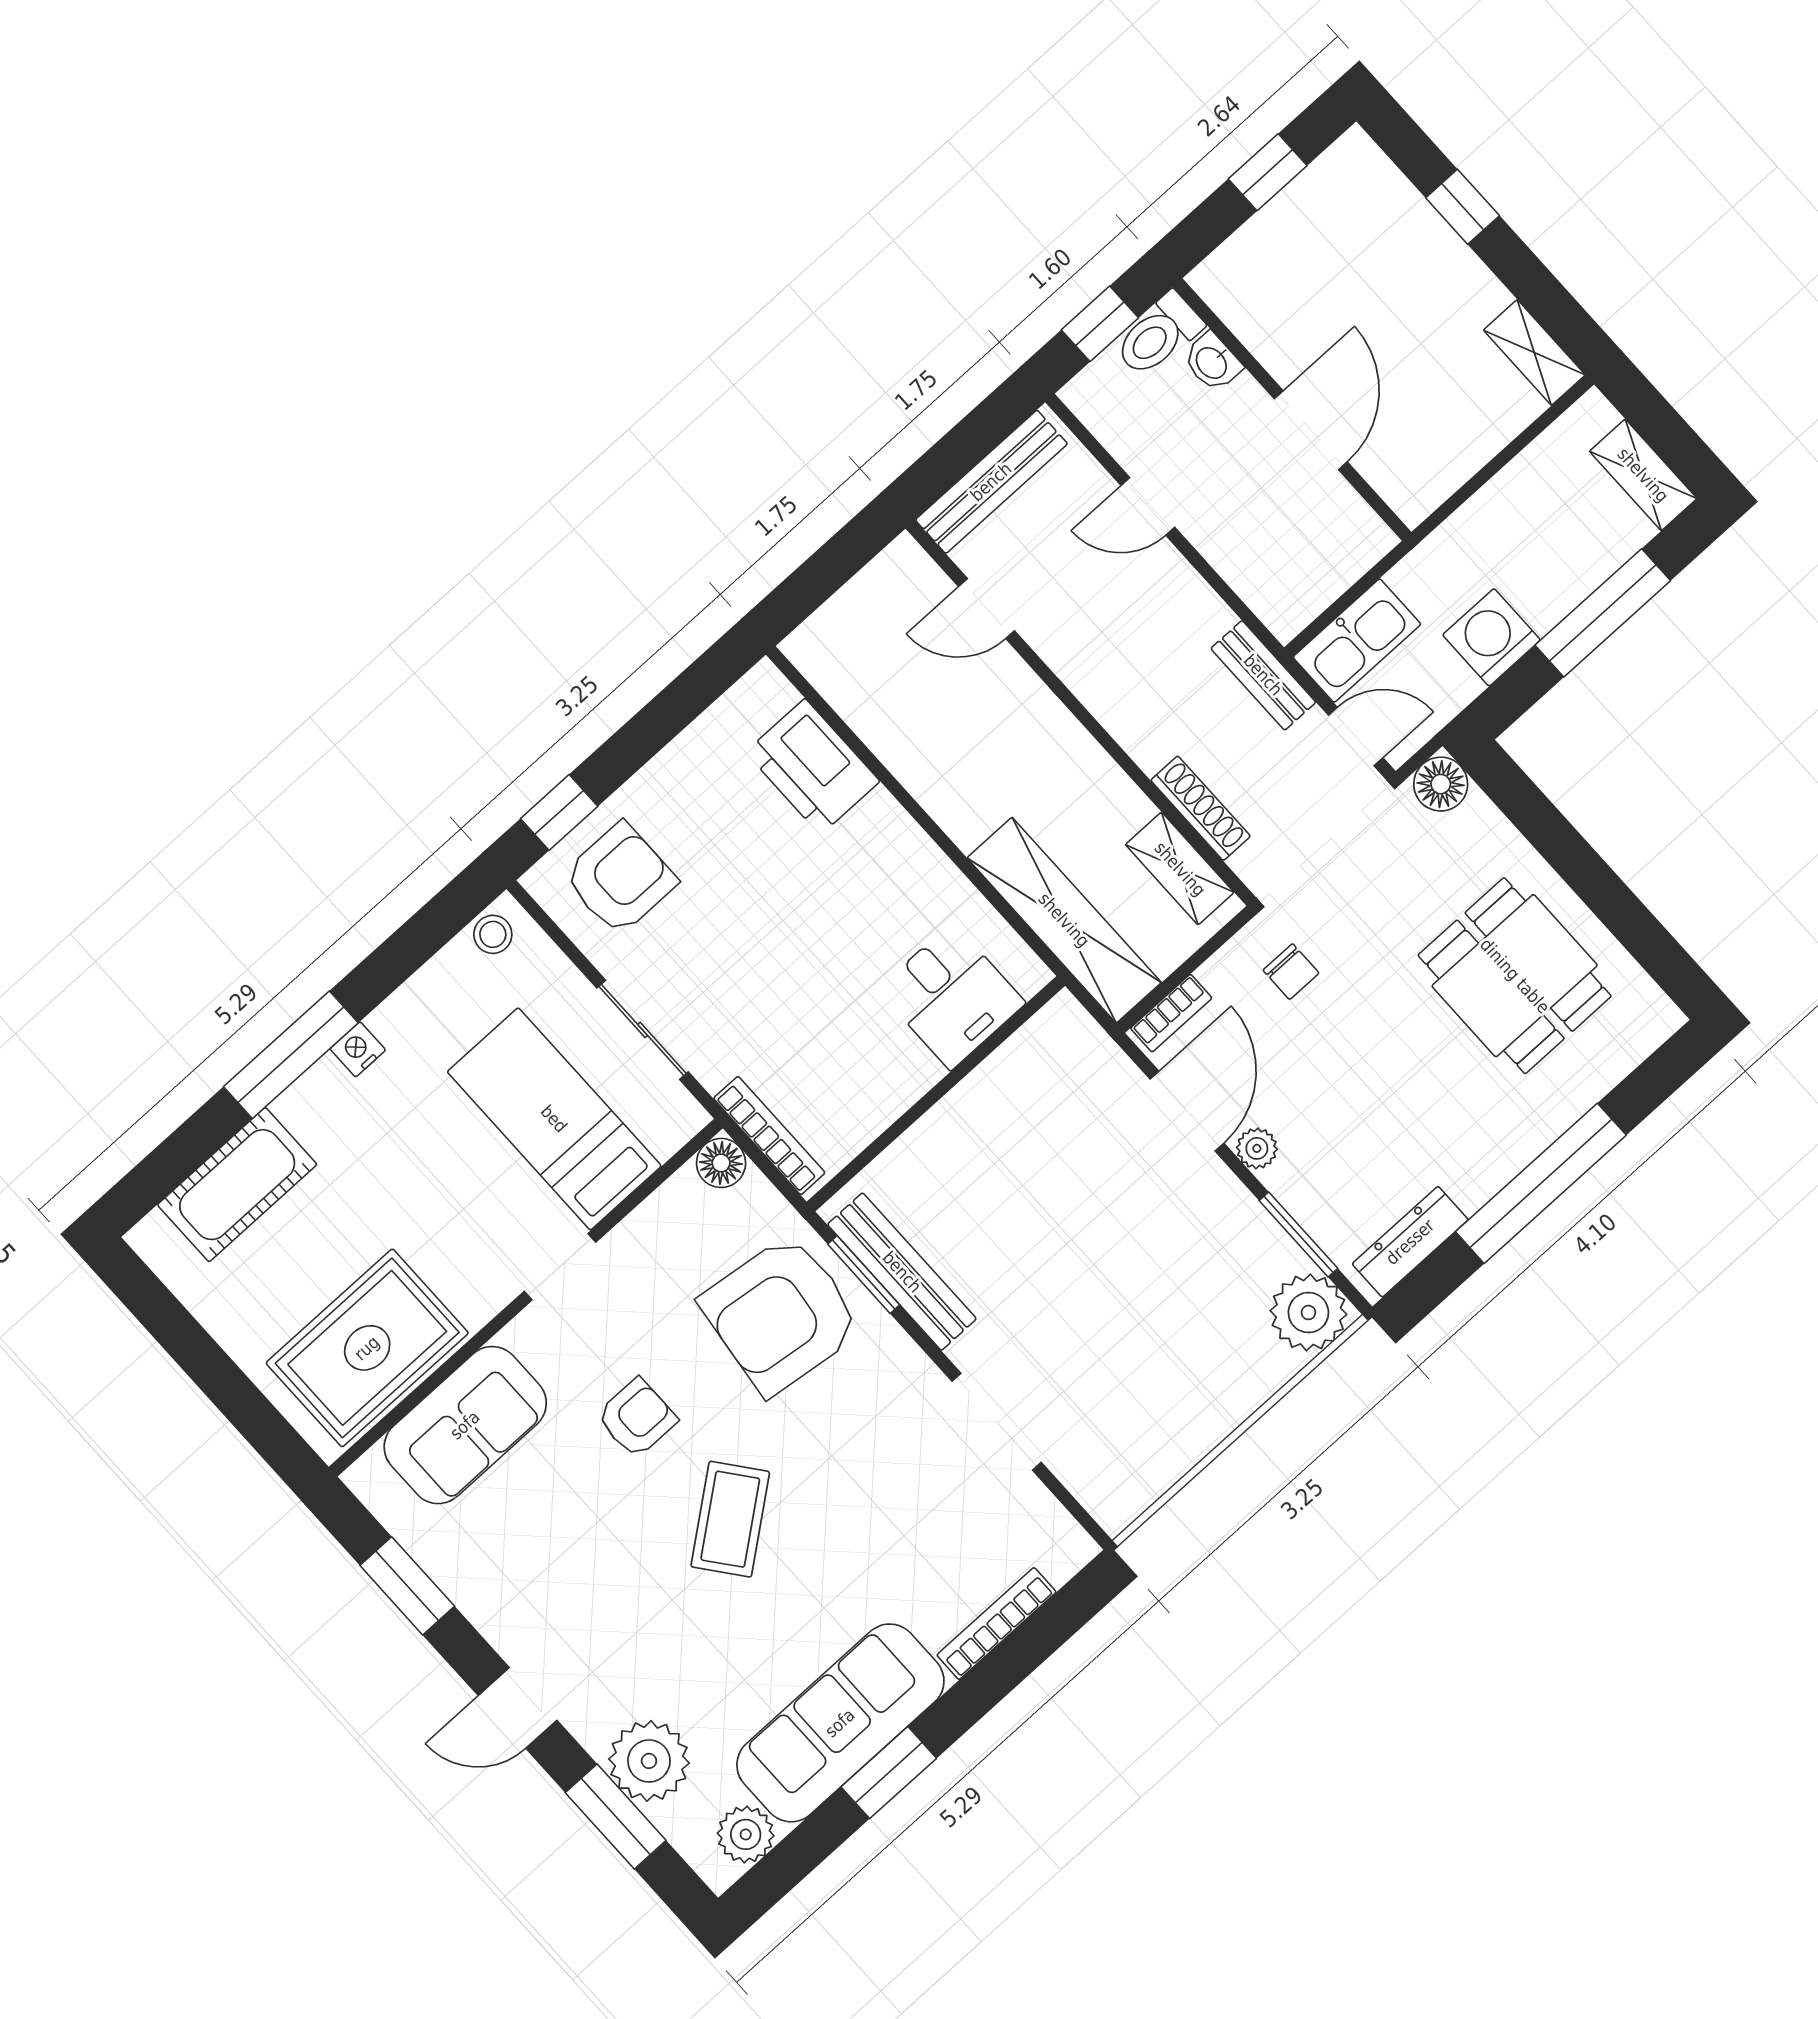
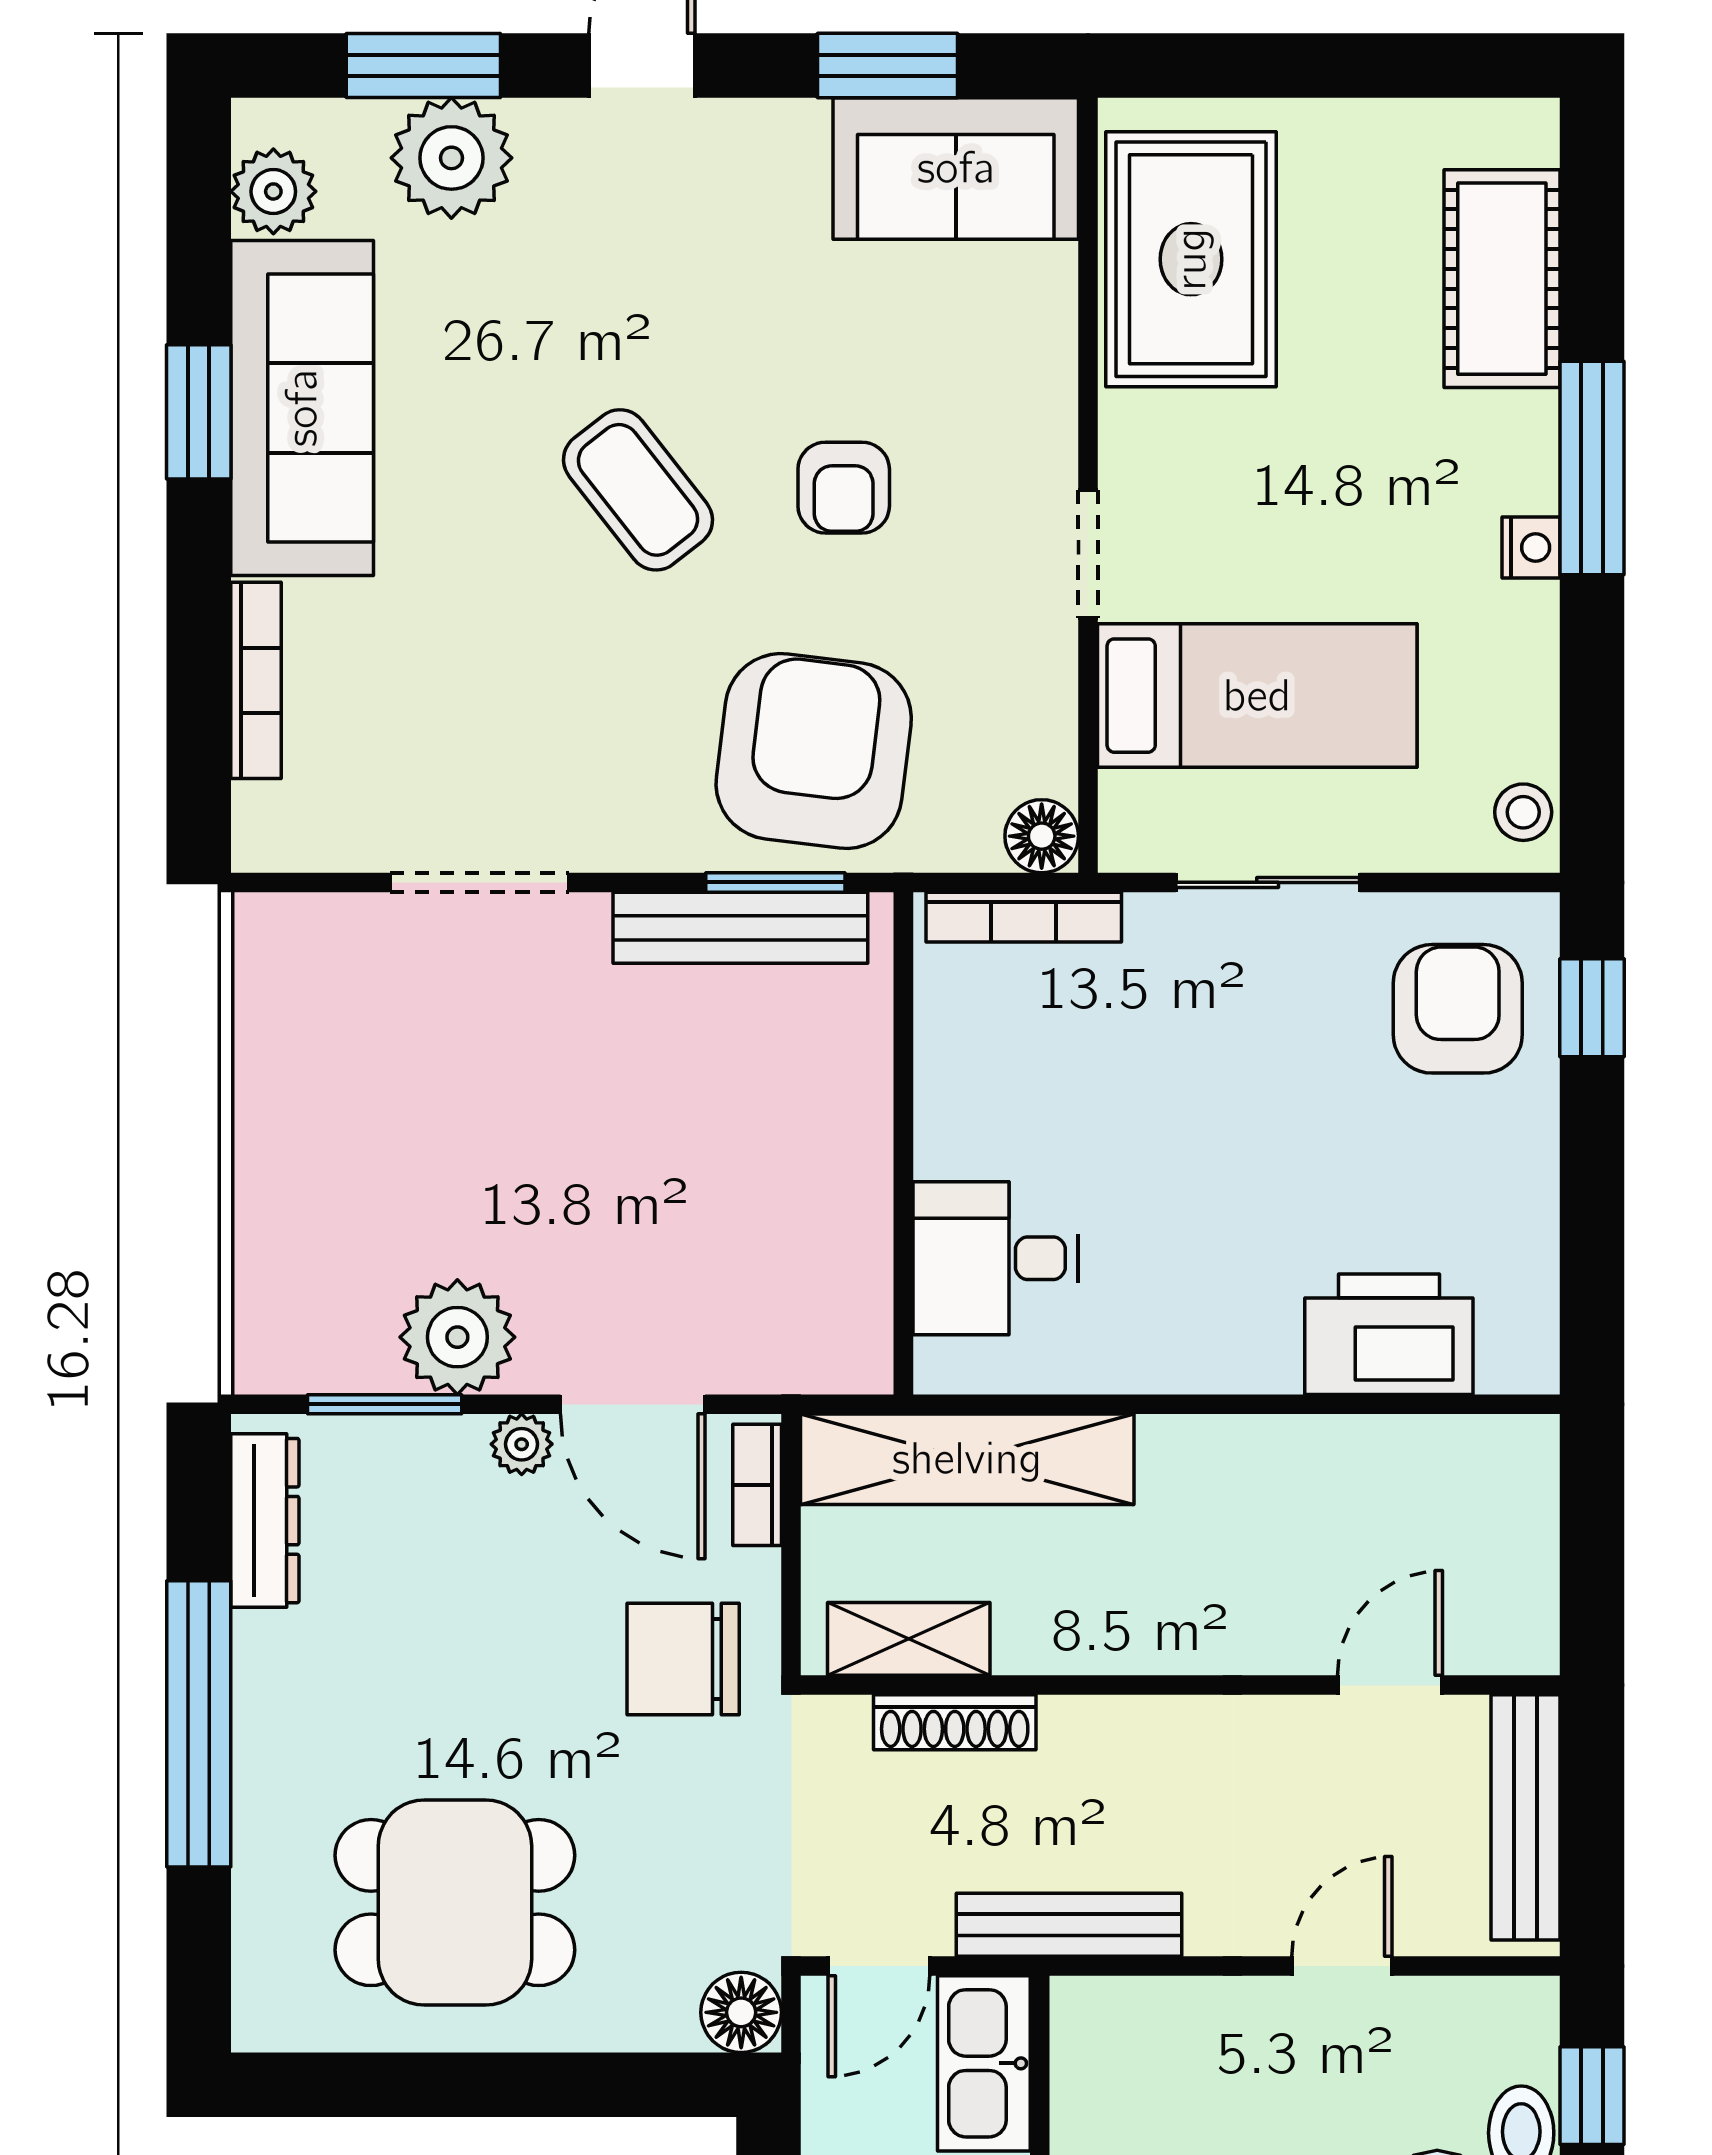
bench: (1263, 675) -> (1069, 1925), width x1.36
armchair: (620, 879) -> (1458, 1009), turned 180
chair: (1291, 972) -> (683, 1659), width x1.87, depth x1.87
plant: (1308, 1313) -> (457, 1337), moved
sofa: (465, 1425) -> (956, 168), moved, turned -90

